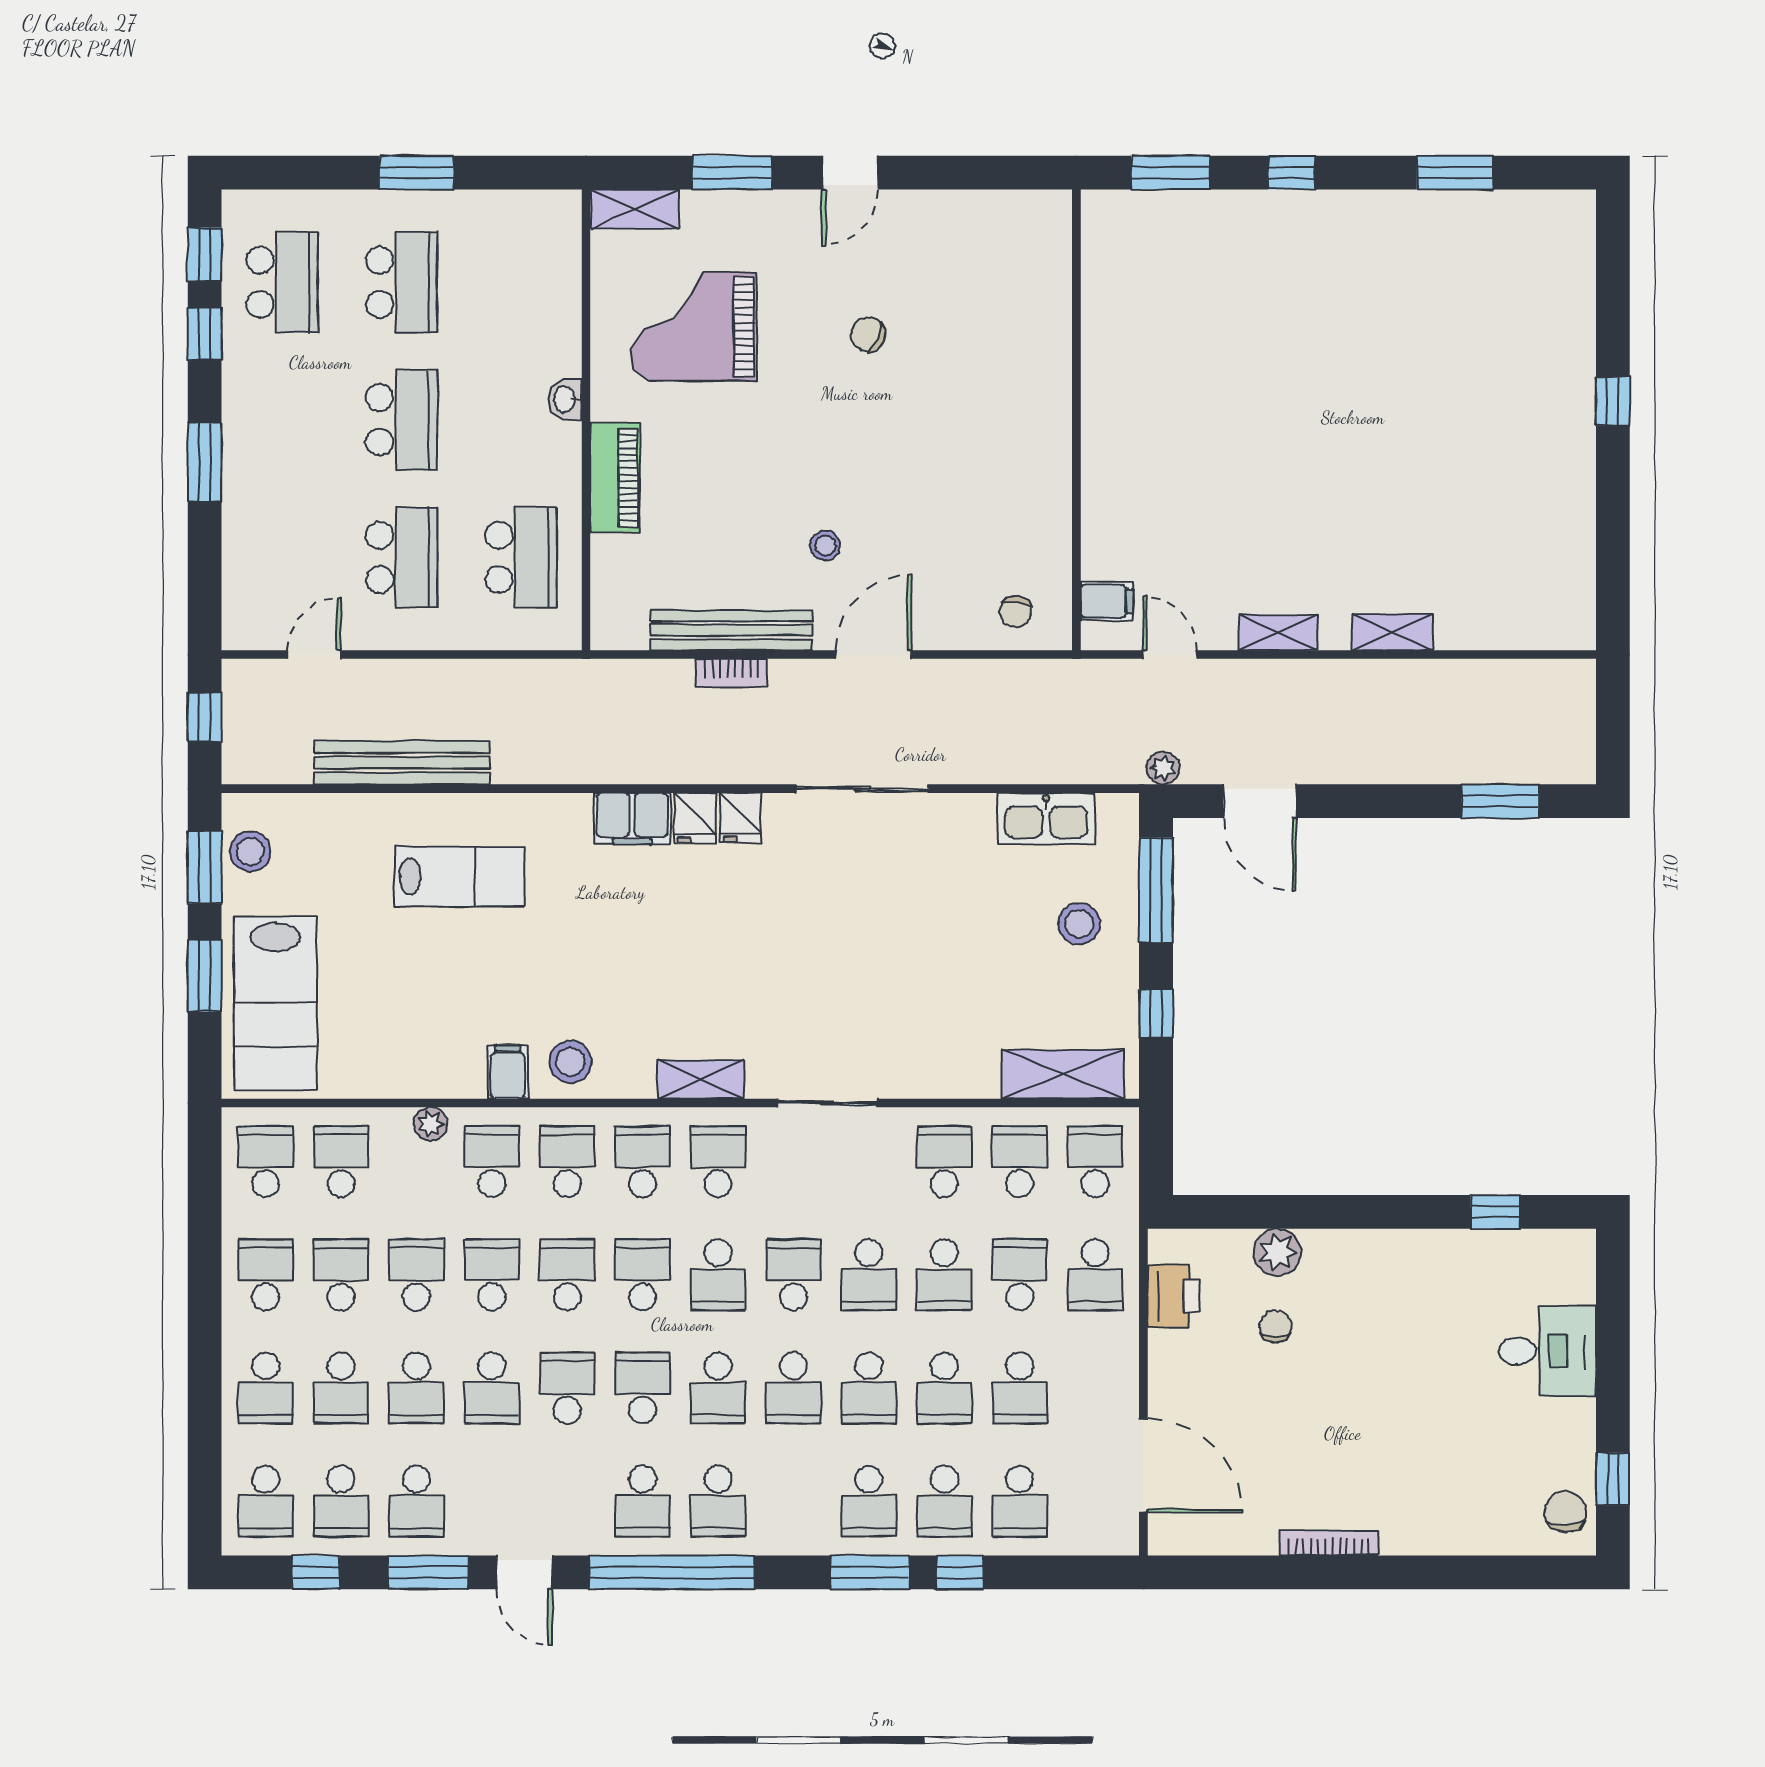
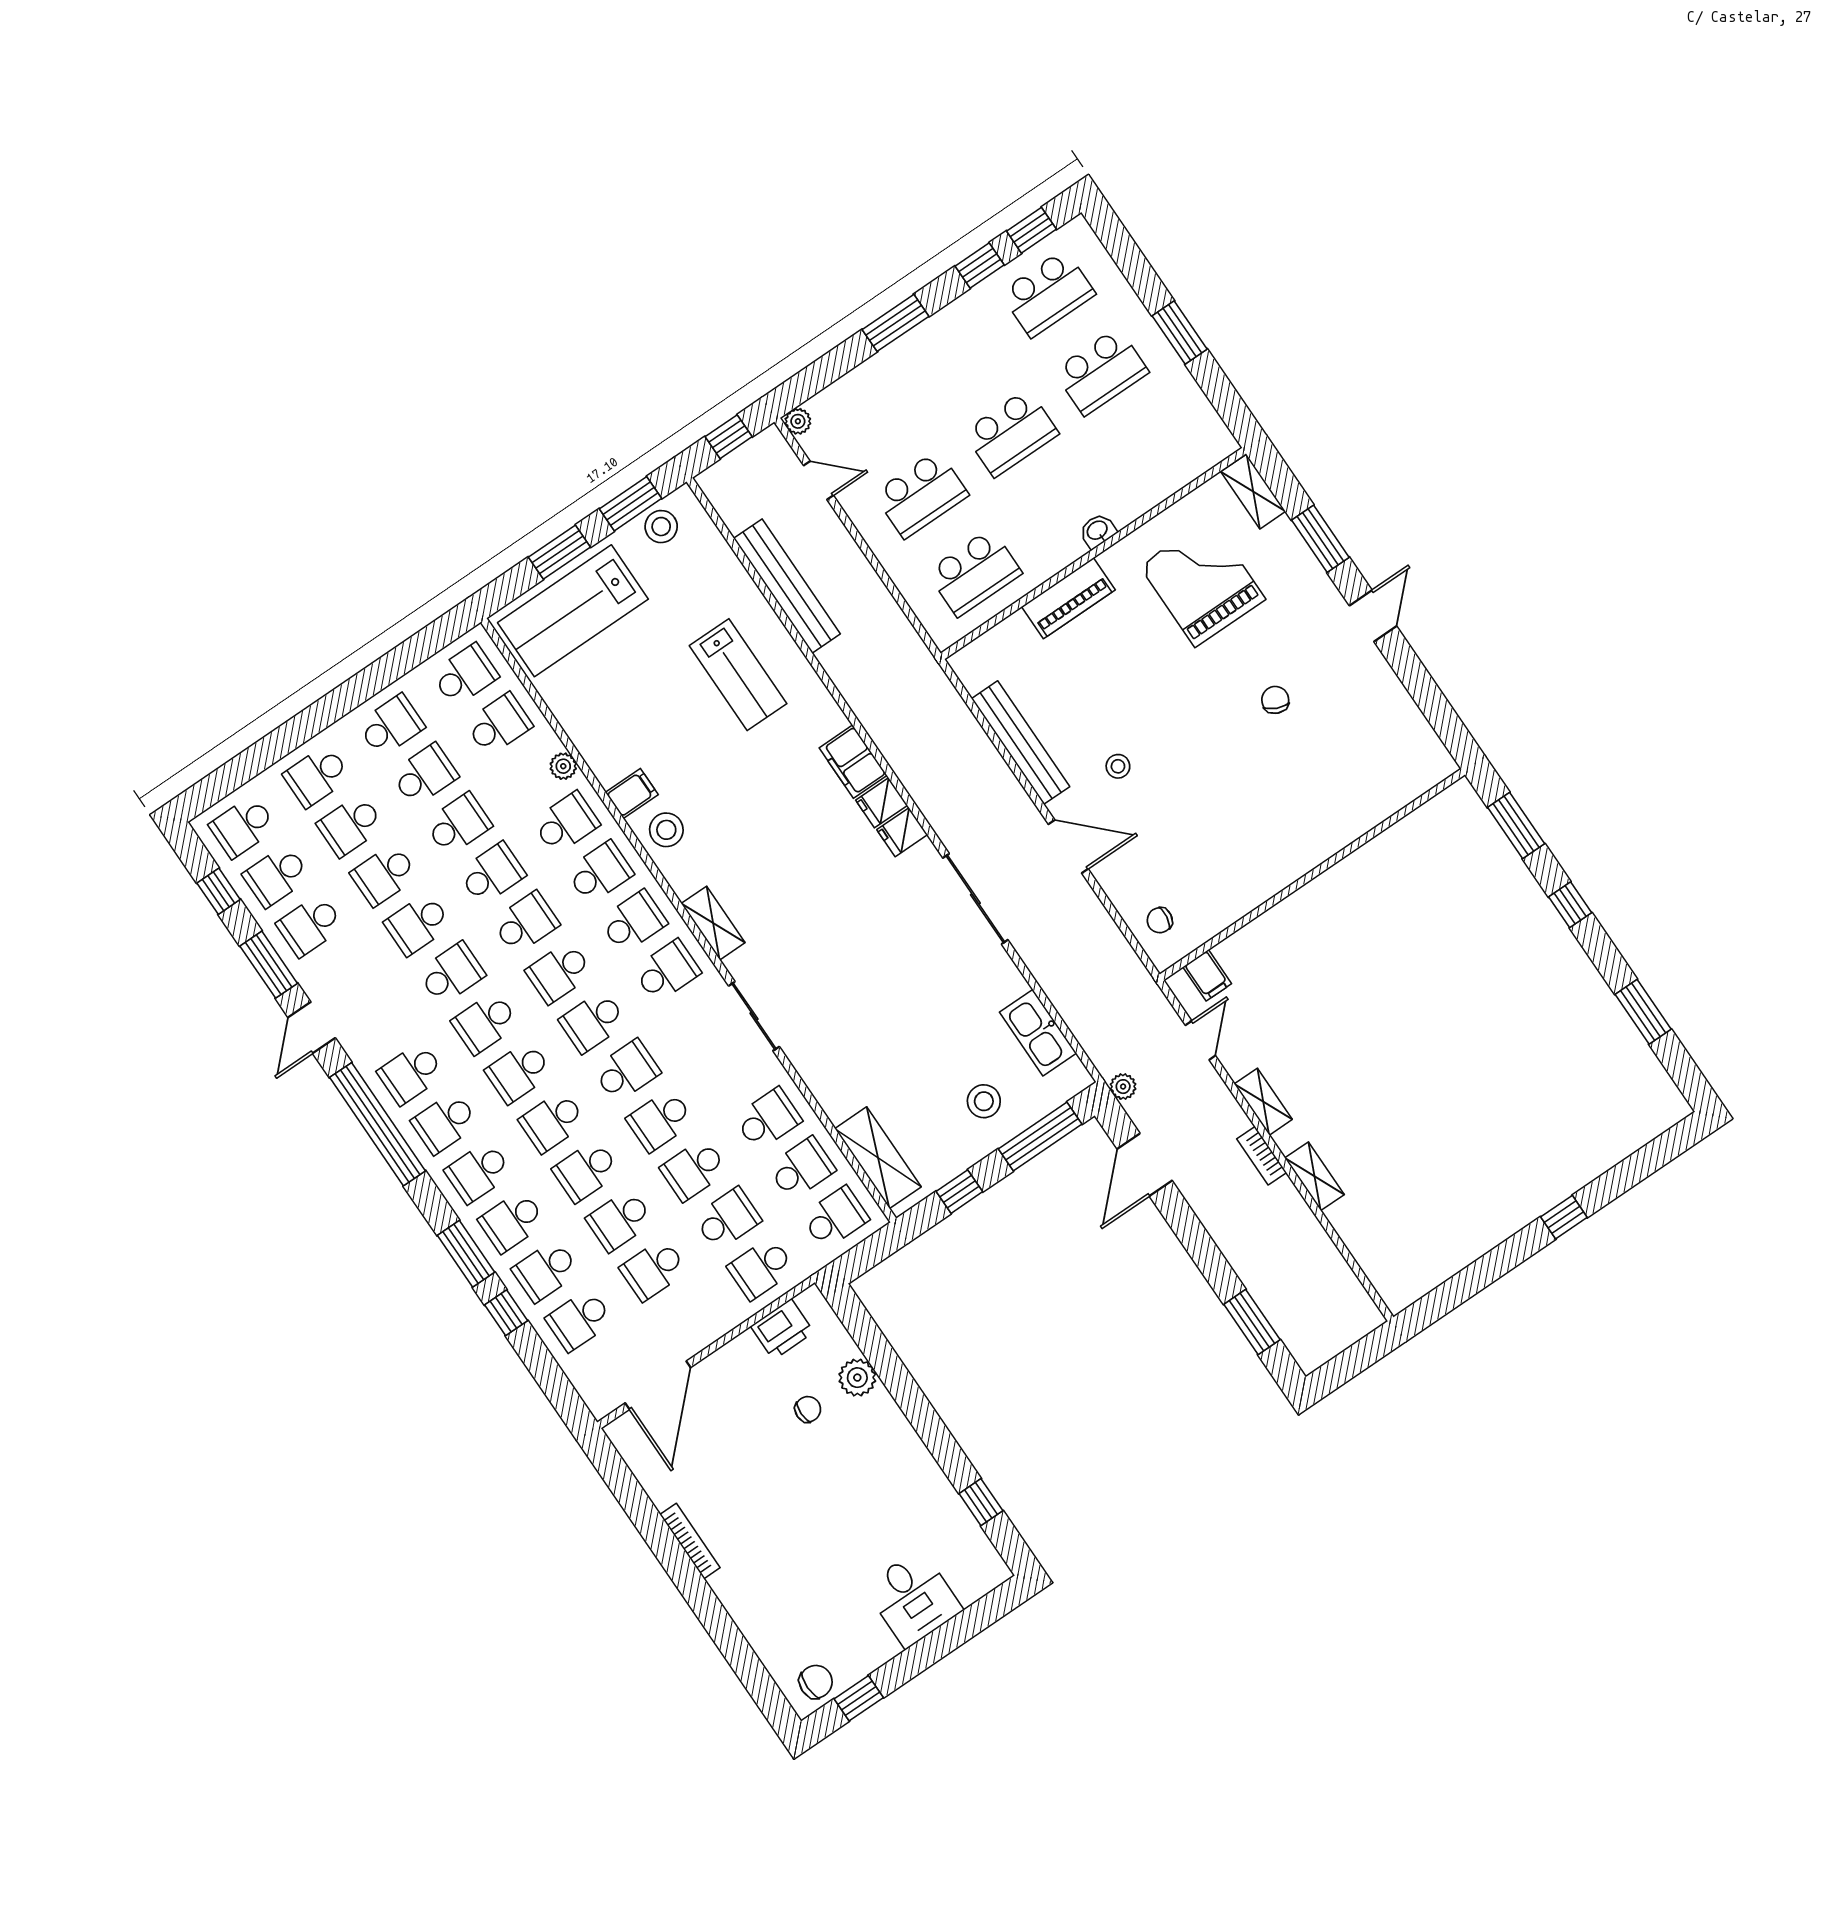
door: (850, 173) -> (1373, 616), swing flipped
plant: (238, 634) -> (798, 421), added
bookcase: (731, 673) -> (1262, 1156), moved
school desk: (643, 1275) -> (559, 972), turned 180
school desk: (643, 1388) -> (485, 1023), turned 180
school desk: (793, 1501) -> (478, 1172), added

